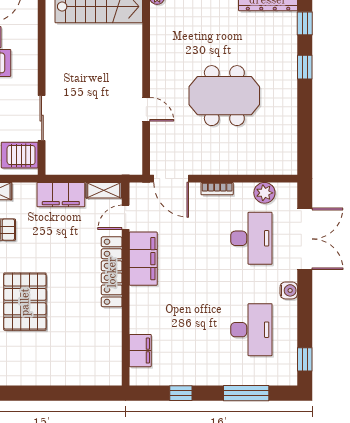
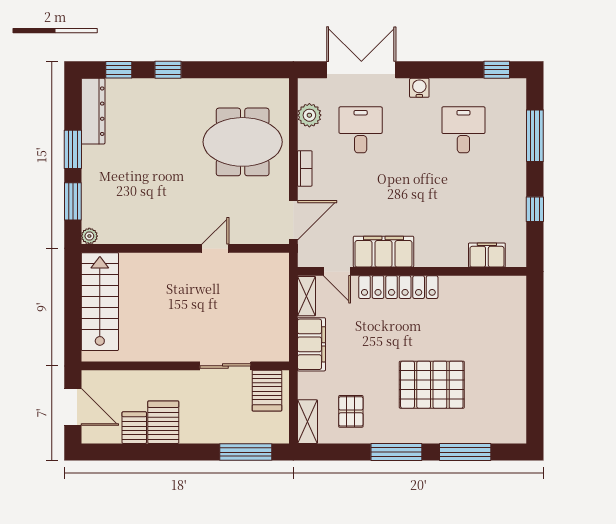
meeting table: (224, 96) -> (243, 142), moved, turned 90
desk: (251, 238) -> (361, 130), width x0.73
desk: (251, 330) -> (463, 130), width x0.73

